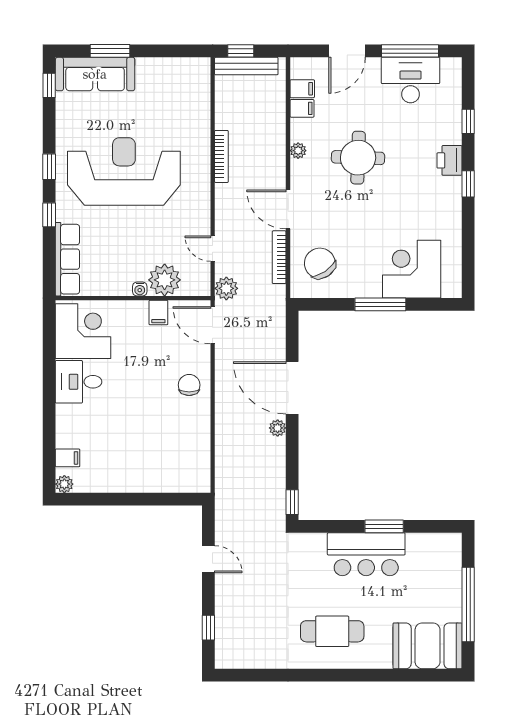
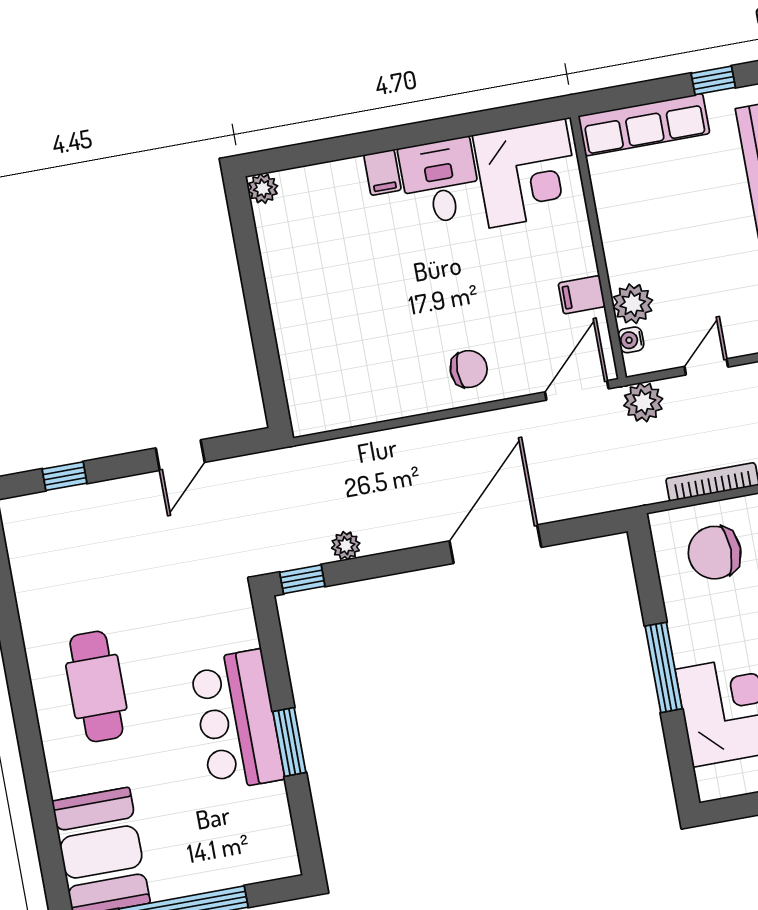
chair: (320, 263) -> (715, 553), turned -146
plant: (165, 280) -> (633, 304), width x0.73, depth x0.73
water cooler: (140, 289) -> (631, 340), moved
plant: (278, 428) -> (346, 546), moved
filing cabinet: (68, 458) -> (382, 172), moved

